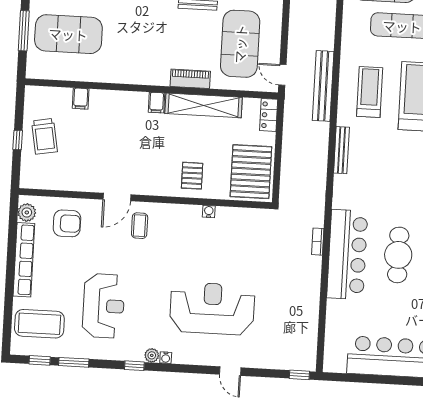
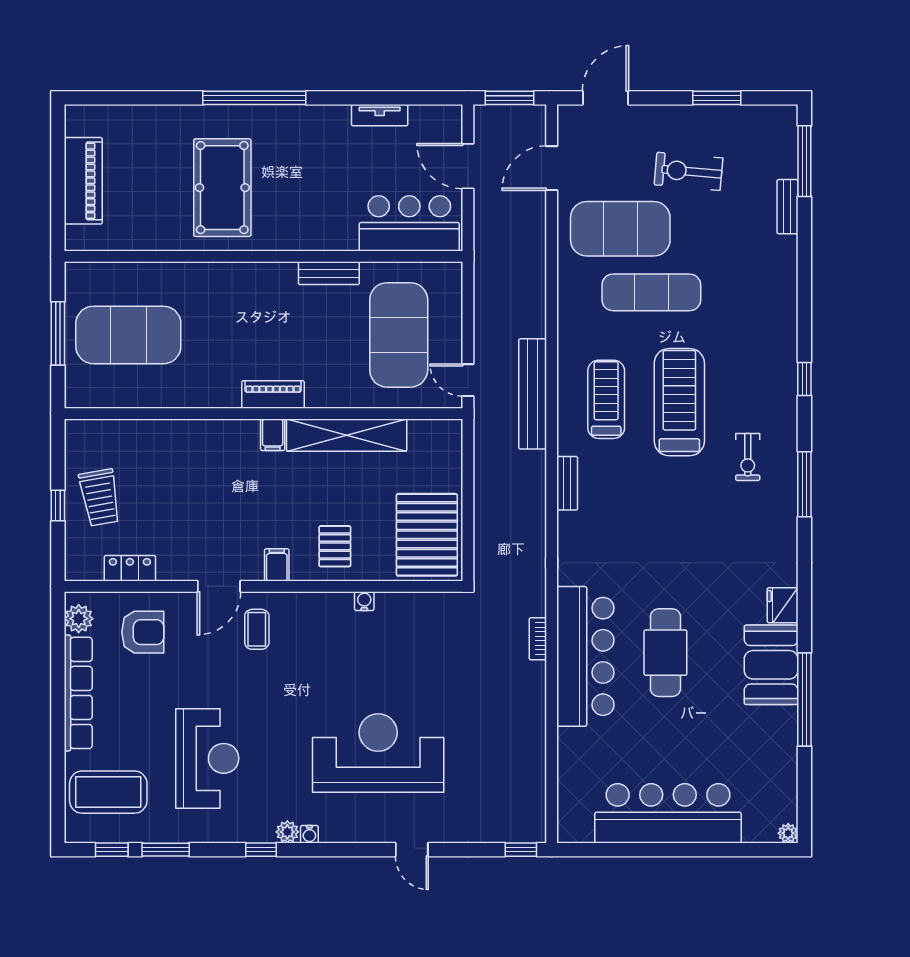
piano: (190, 79) -> (273, 394), moved
filing cabinet: (81, 99) -> (277, 565), moved, turned 180
locker: (269, 115) -> (130, 568), moved, turned 90
bench: (341, 150) -> (567, 483), width x0.73

